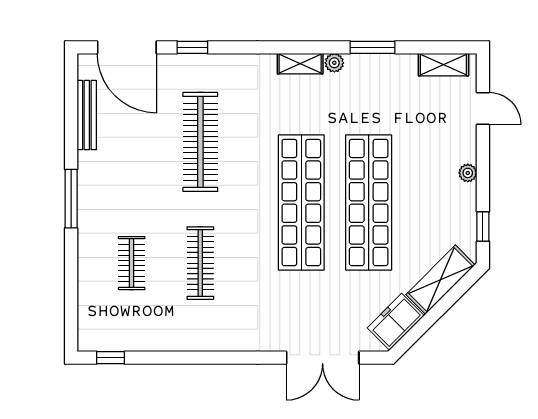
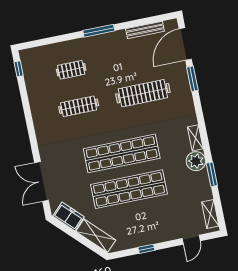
window: (192, 47) -> (192, 79), width x1.50
plant: (334, 63) -> (196, 161), width x1.88, depth x1.88
plant: (468, 173) -> (155, 239), removed
window: (483, 227) -> (146, 249), moved

